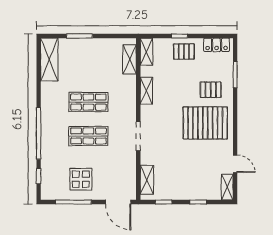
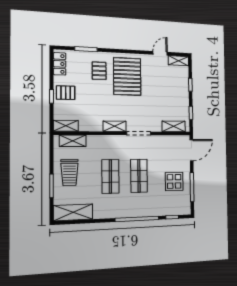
pallet: (184, 52) -> (66, 93), turned 90
trolley: (94, 56) -> (70, 173), added
shelving: (146, 91) -> (115, 126), moved

